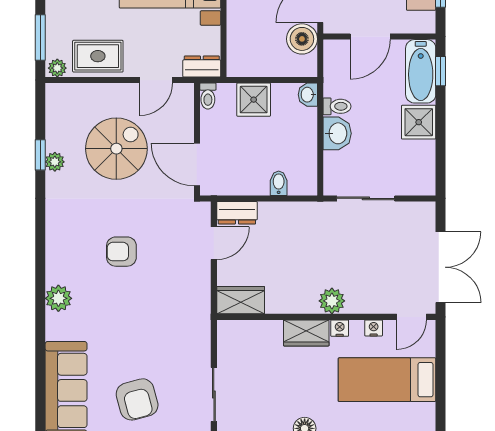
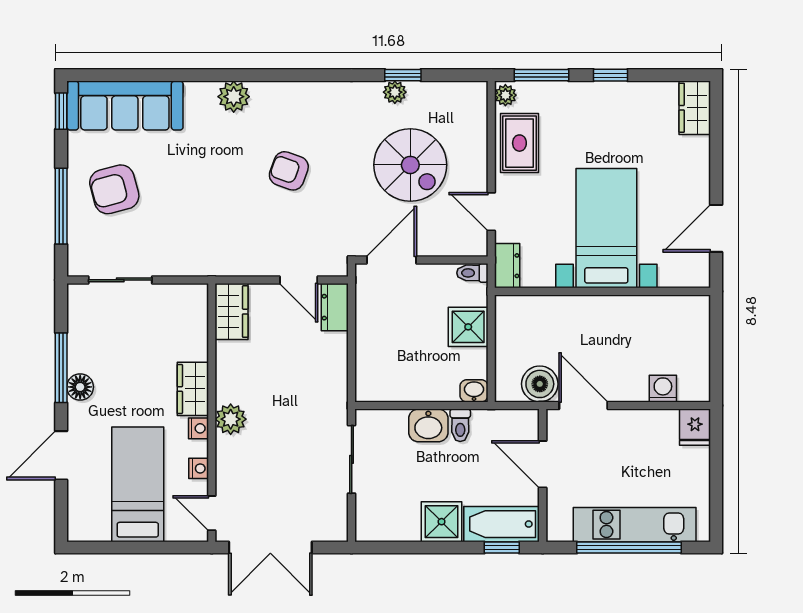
bidet: (279, 183) -> (369, 356), removed
armchair: (121, 252) -> (289, 171), turned -70

